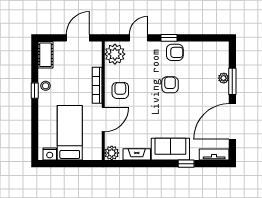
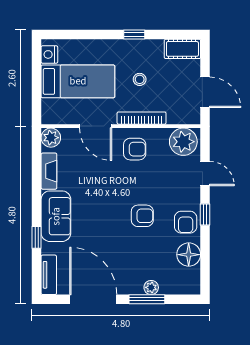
floor lamp: (199, 50) -> (189, 255), added
stool: (46, 86) -> (140, 79), moved

